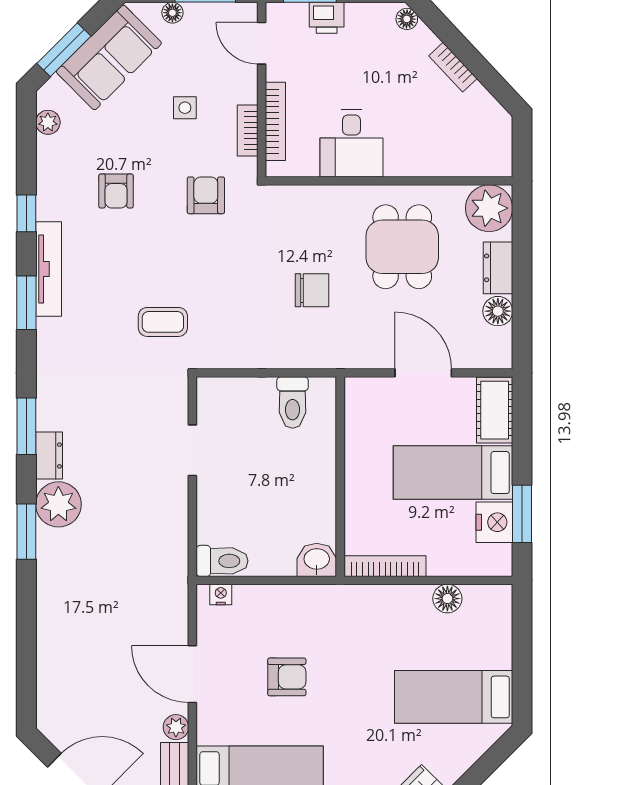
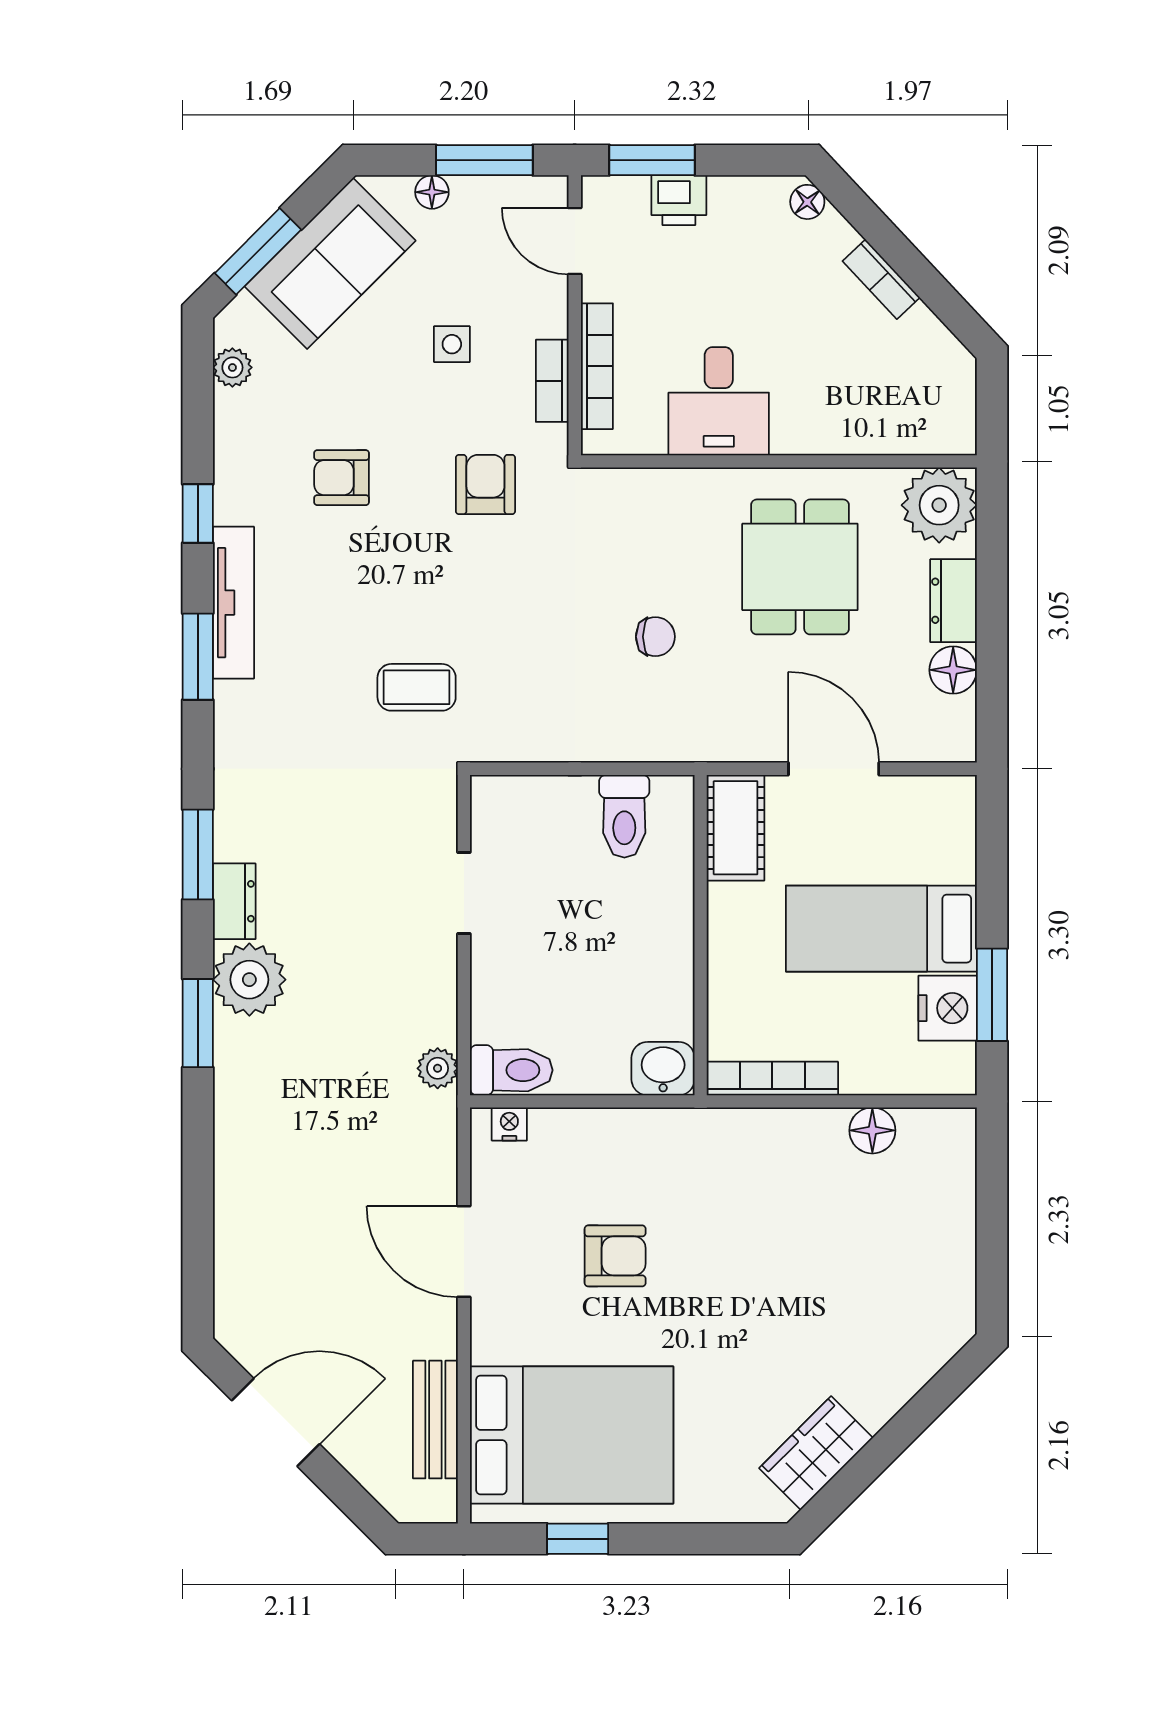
armchair: (116, 191) -> (342, 478), turned 90
chair: (312, 290) -> (655, 637), width x0.73, depth x0.73
cot: (495, 410) -> (736, 828), moved
bed: (454, 697) -> (882, 1288), removed
plant: (176, 727) -> (438, 1068), moved

